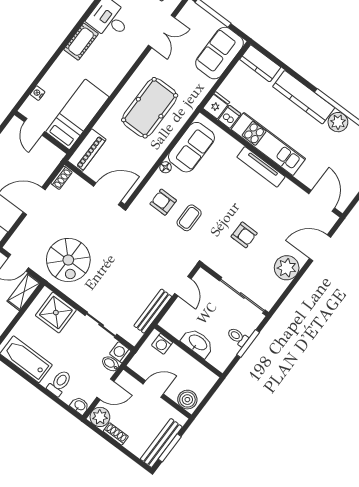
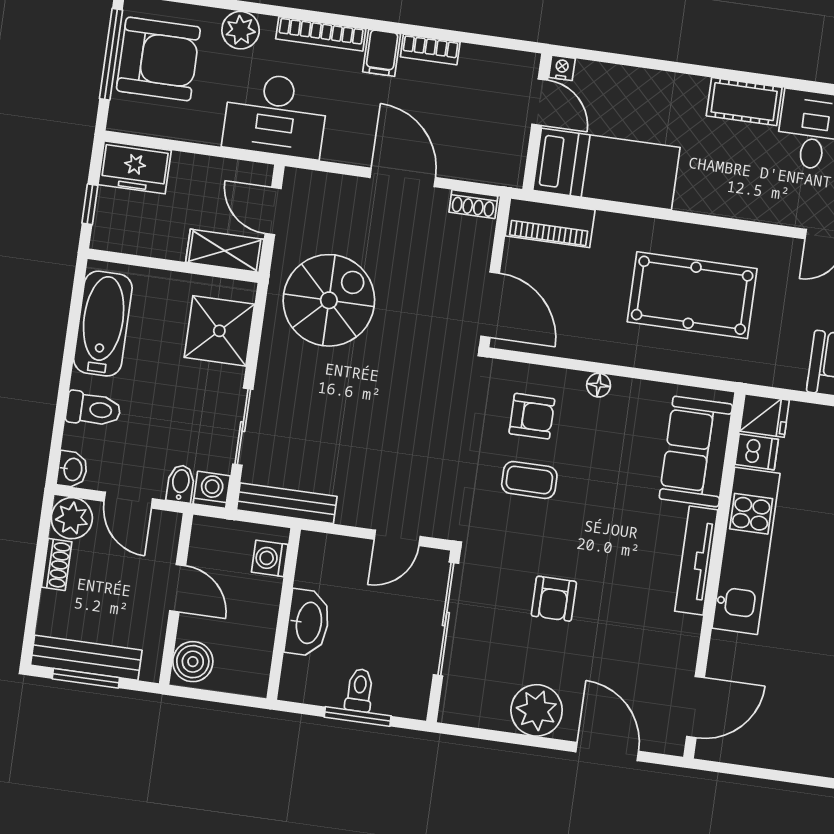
nightstand: (38, 93) -> (562, 68), moved
door: (34, 127) -> (540, 102), swing flipped
sofa: (191, 147) -> (696, 452), moved, turned 90
armchair: (163, 202) -> (532, 416), turned 90
spiral stairs: (68, 260) -> (329, 300), turned 180
sliding door: (242, 295) -> (446, 619), moved
bench: (153, 311) -> (287, 503), moved

